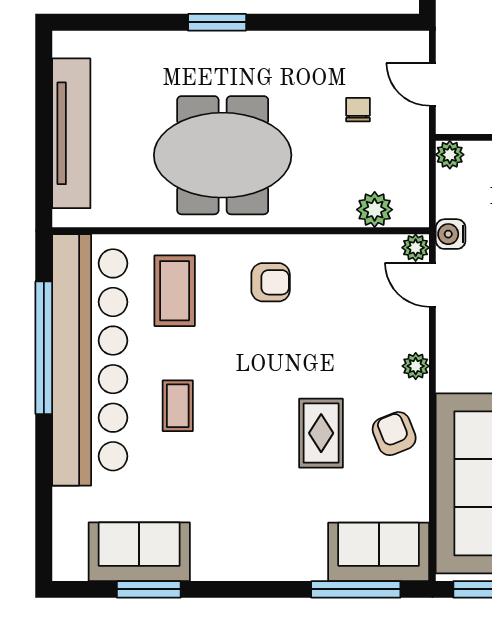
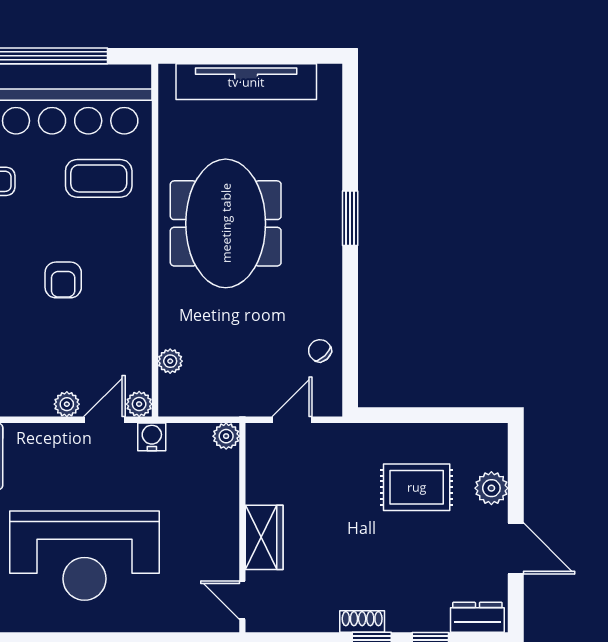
chair: (358, 110) -> (320, 351), moved, turned -133
plant: (375, 210) -> (170, 361), width x0.73, depth x0.73
armchair: (271, 282) -> (63, 280), moved
plant: (416, 366) -> (67, 404), moved

